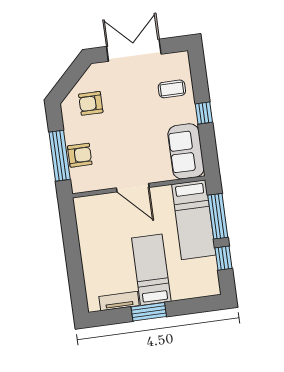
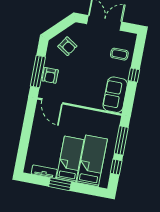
armchair: (91, 103) -> (67, 46), turned -147
armchair: (80, 155) -> (50, 75), turned 90
door: (133, 188) -> (52, 101), moved
bed: (194, 220) -> (92, 161), moved, turned 180

